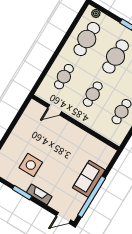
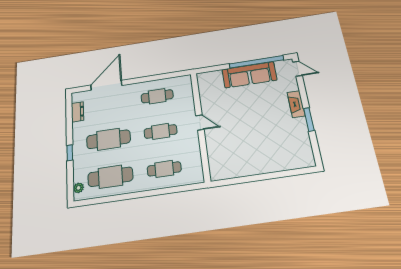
door: (55, 110) -> (200, 122), moved
side table: (31, 165) -> (276, 132), removed
sofa: (89, 179) -> (249, 75), width x1.36

